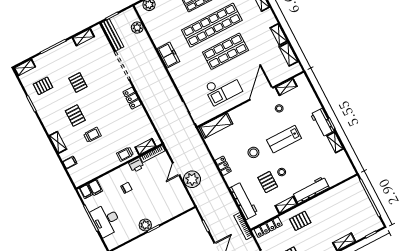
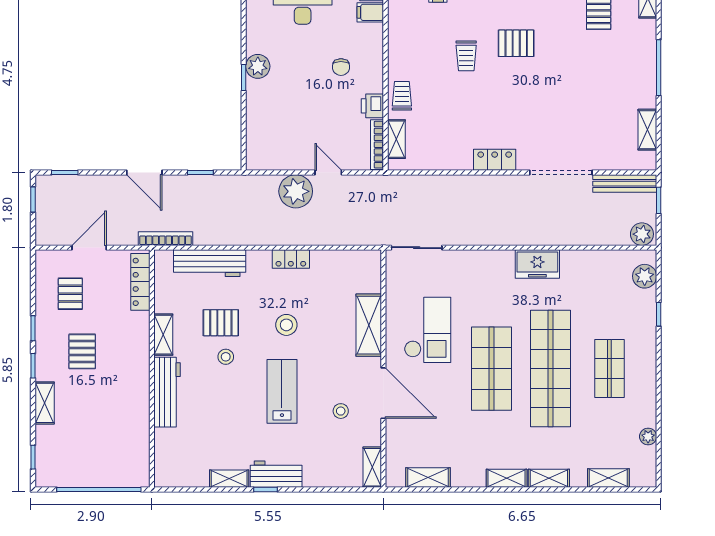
plant: (137, 28) -> (642, 234), moved
shelving: (279, 34) -> (507, 478), moved
pallet: (78, 82) -> (572, 78), removed
shelving: (286, 87) -> (372, 467), moved
checkout: (223, 89) -> (427, 330), turned 180
shelving: (216, 125) -> (369, 325), moved
pallet: (300, 221) -> (82, 351), moved

